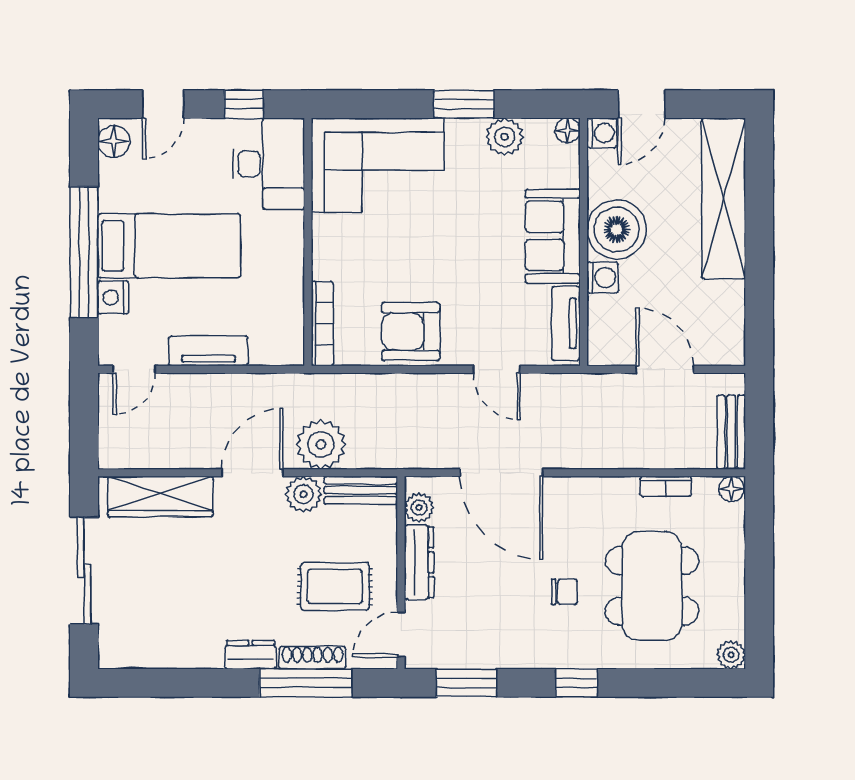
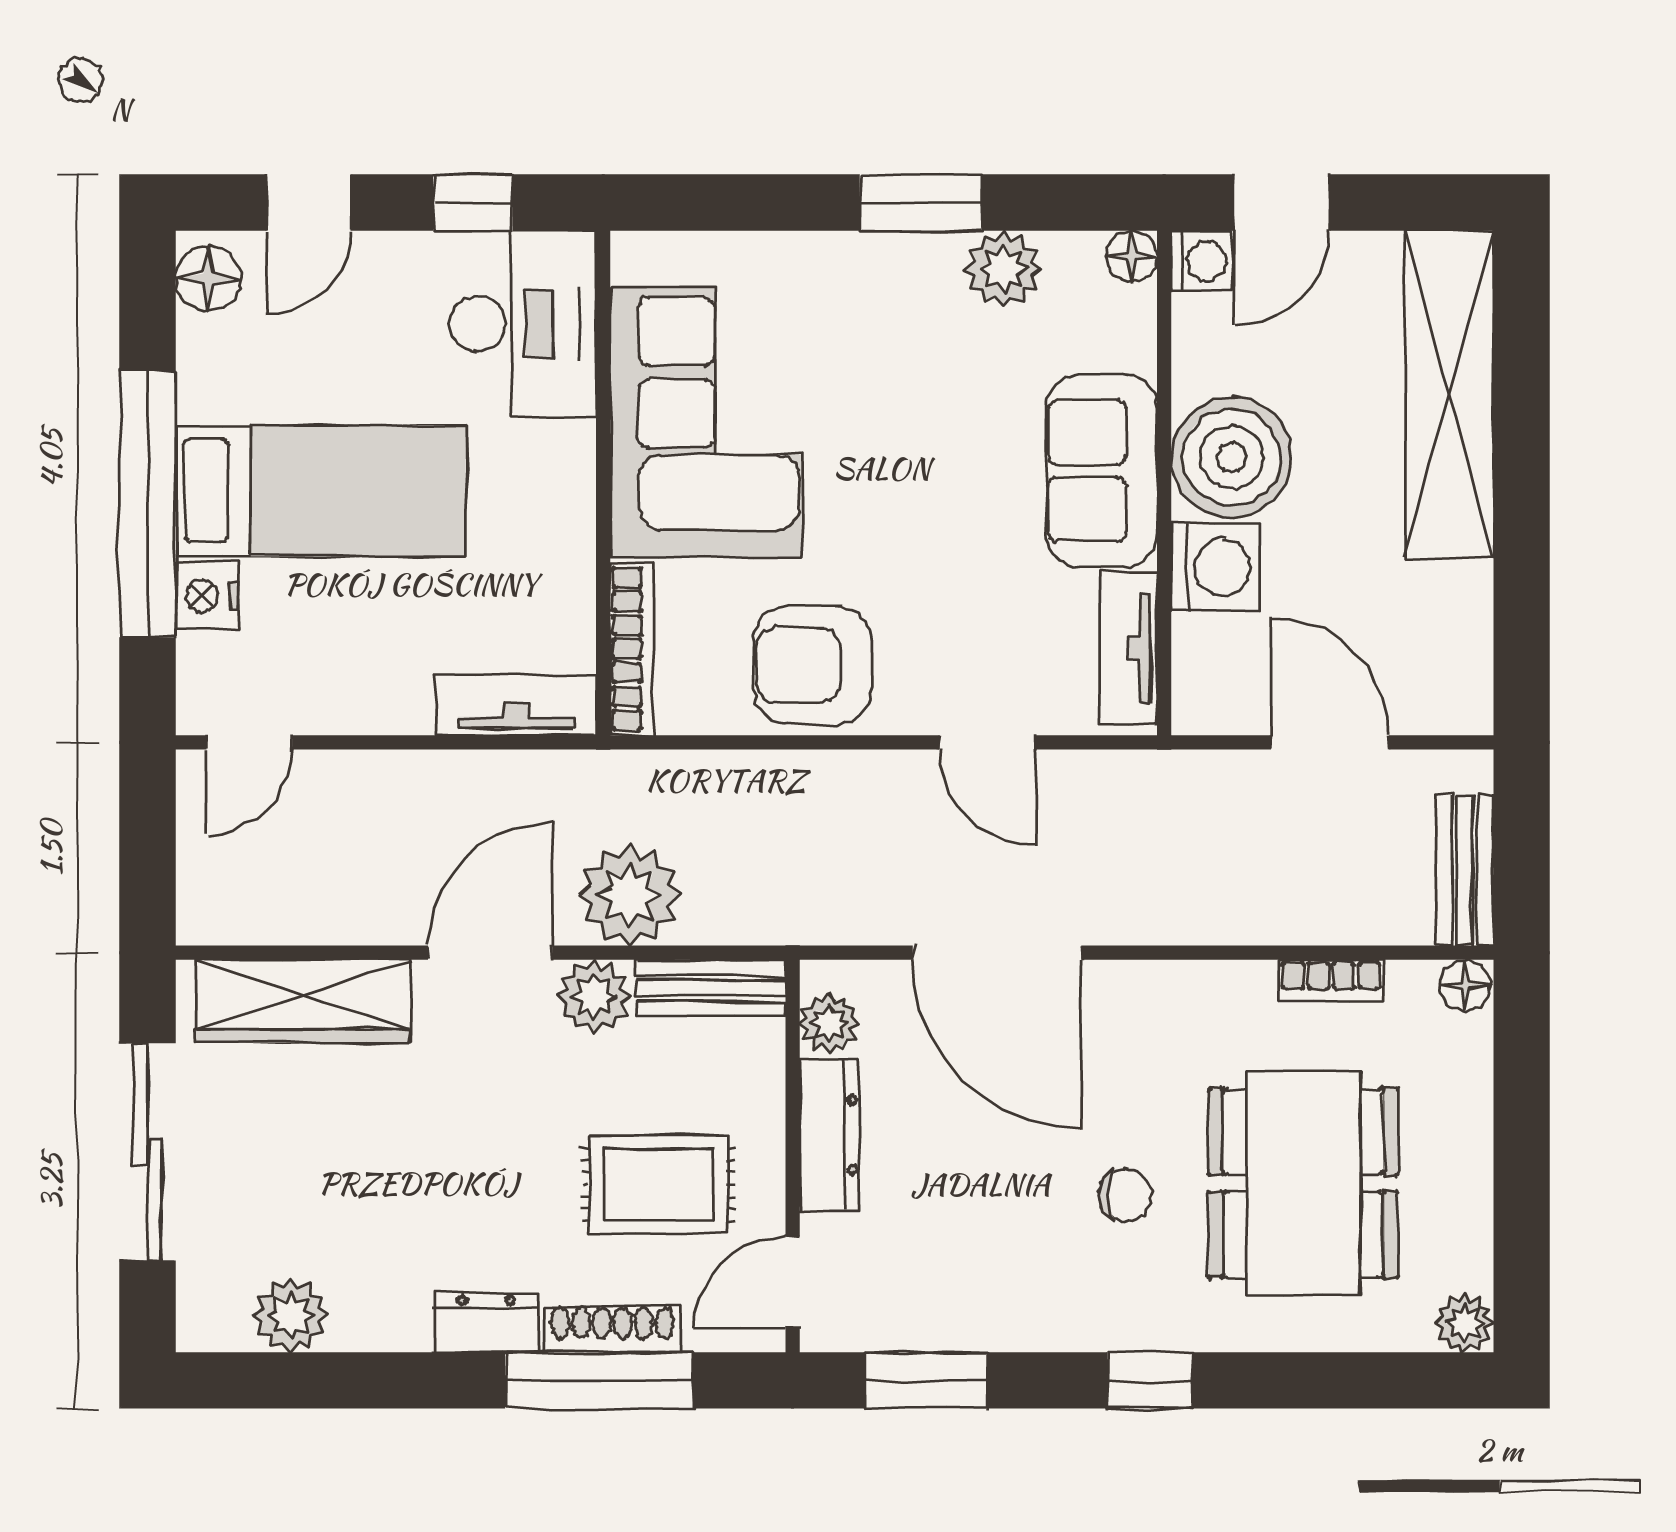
corner sofa: (378, 165) -> (706, 422), moved, turned -90
washing machine: (603, 277) -> (1215, 567), width x1.38, depth x1.38
tv unit: (209, 351) -> (516, 705), moved
plant: (154, 651) -> (291, 1315), added

